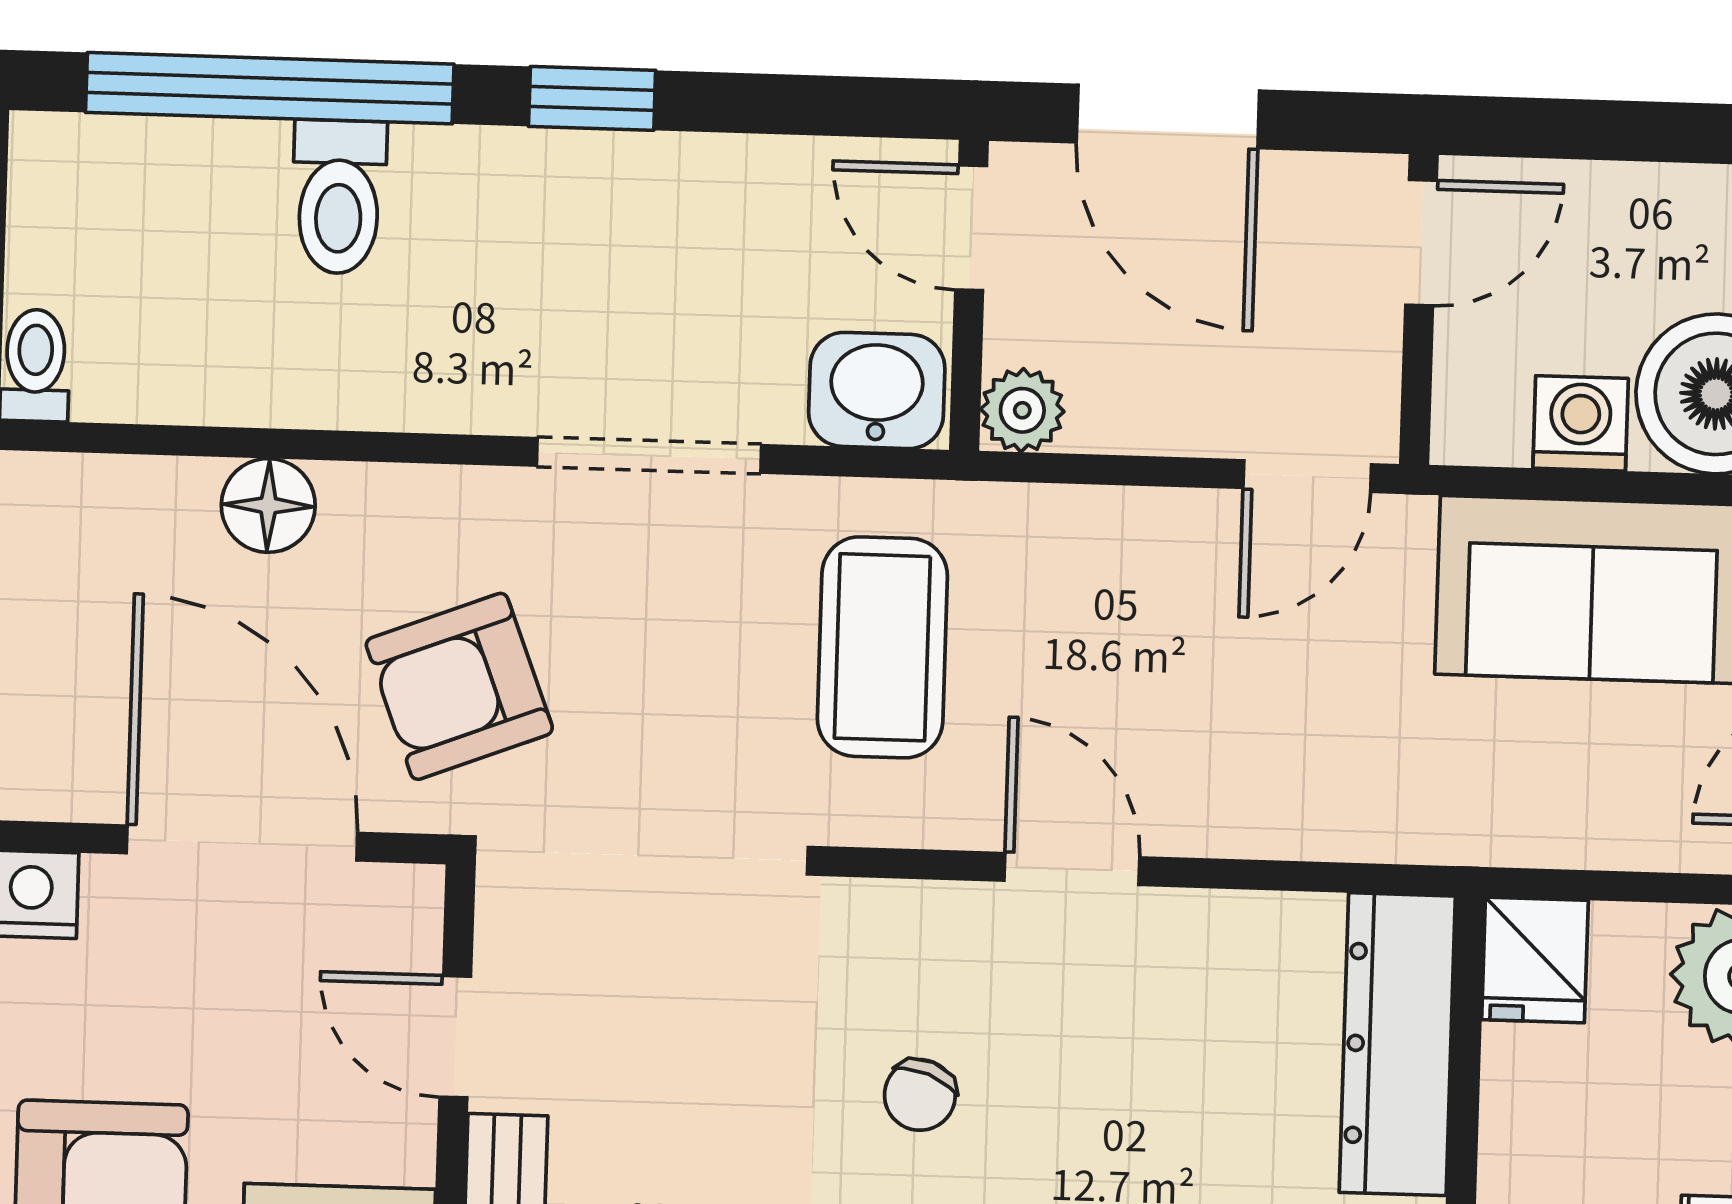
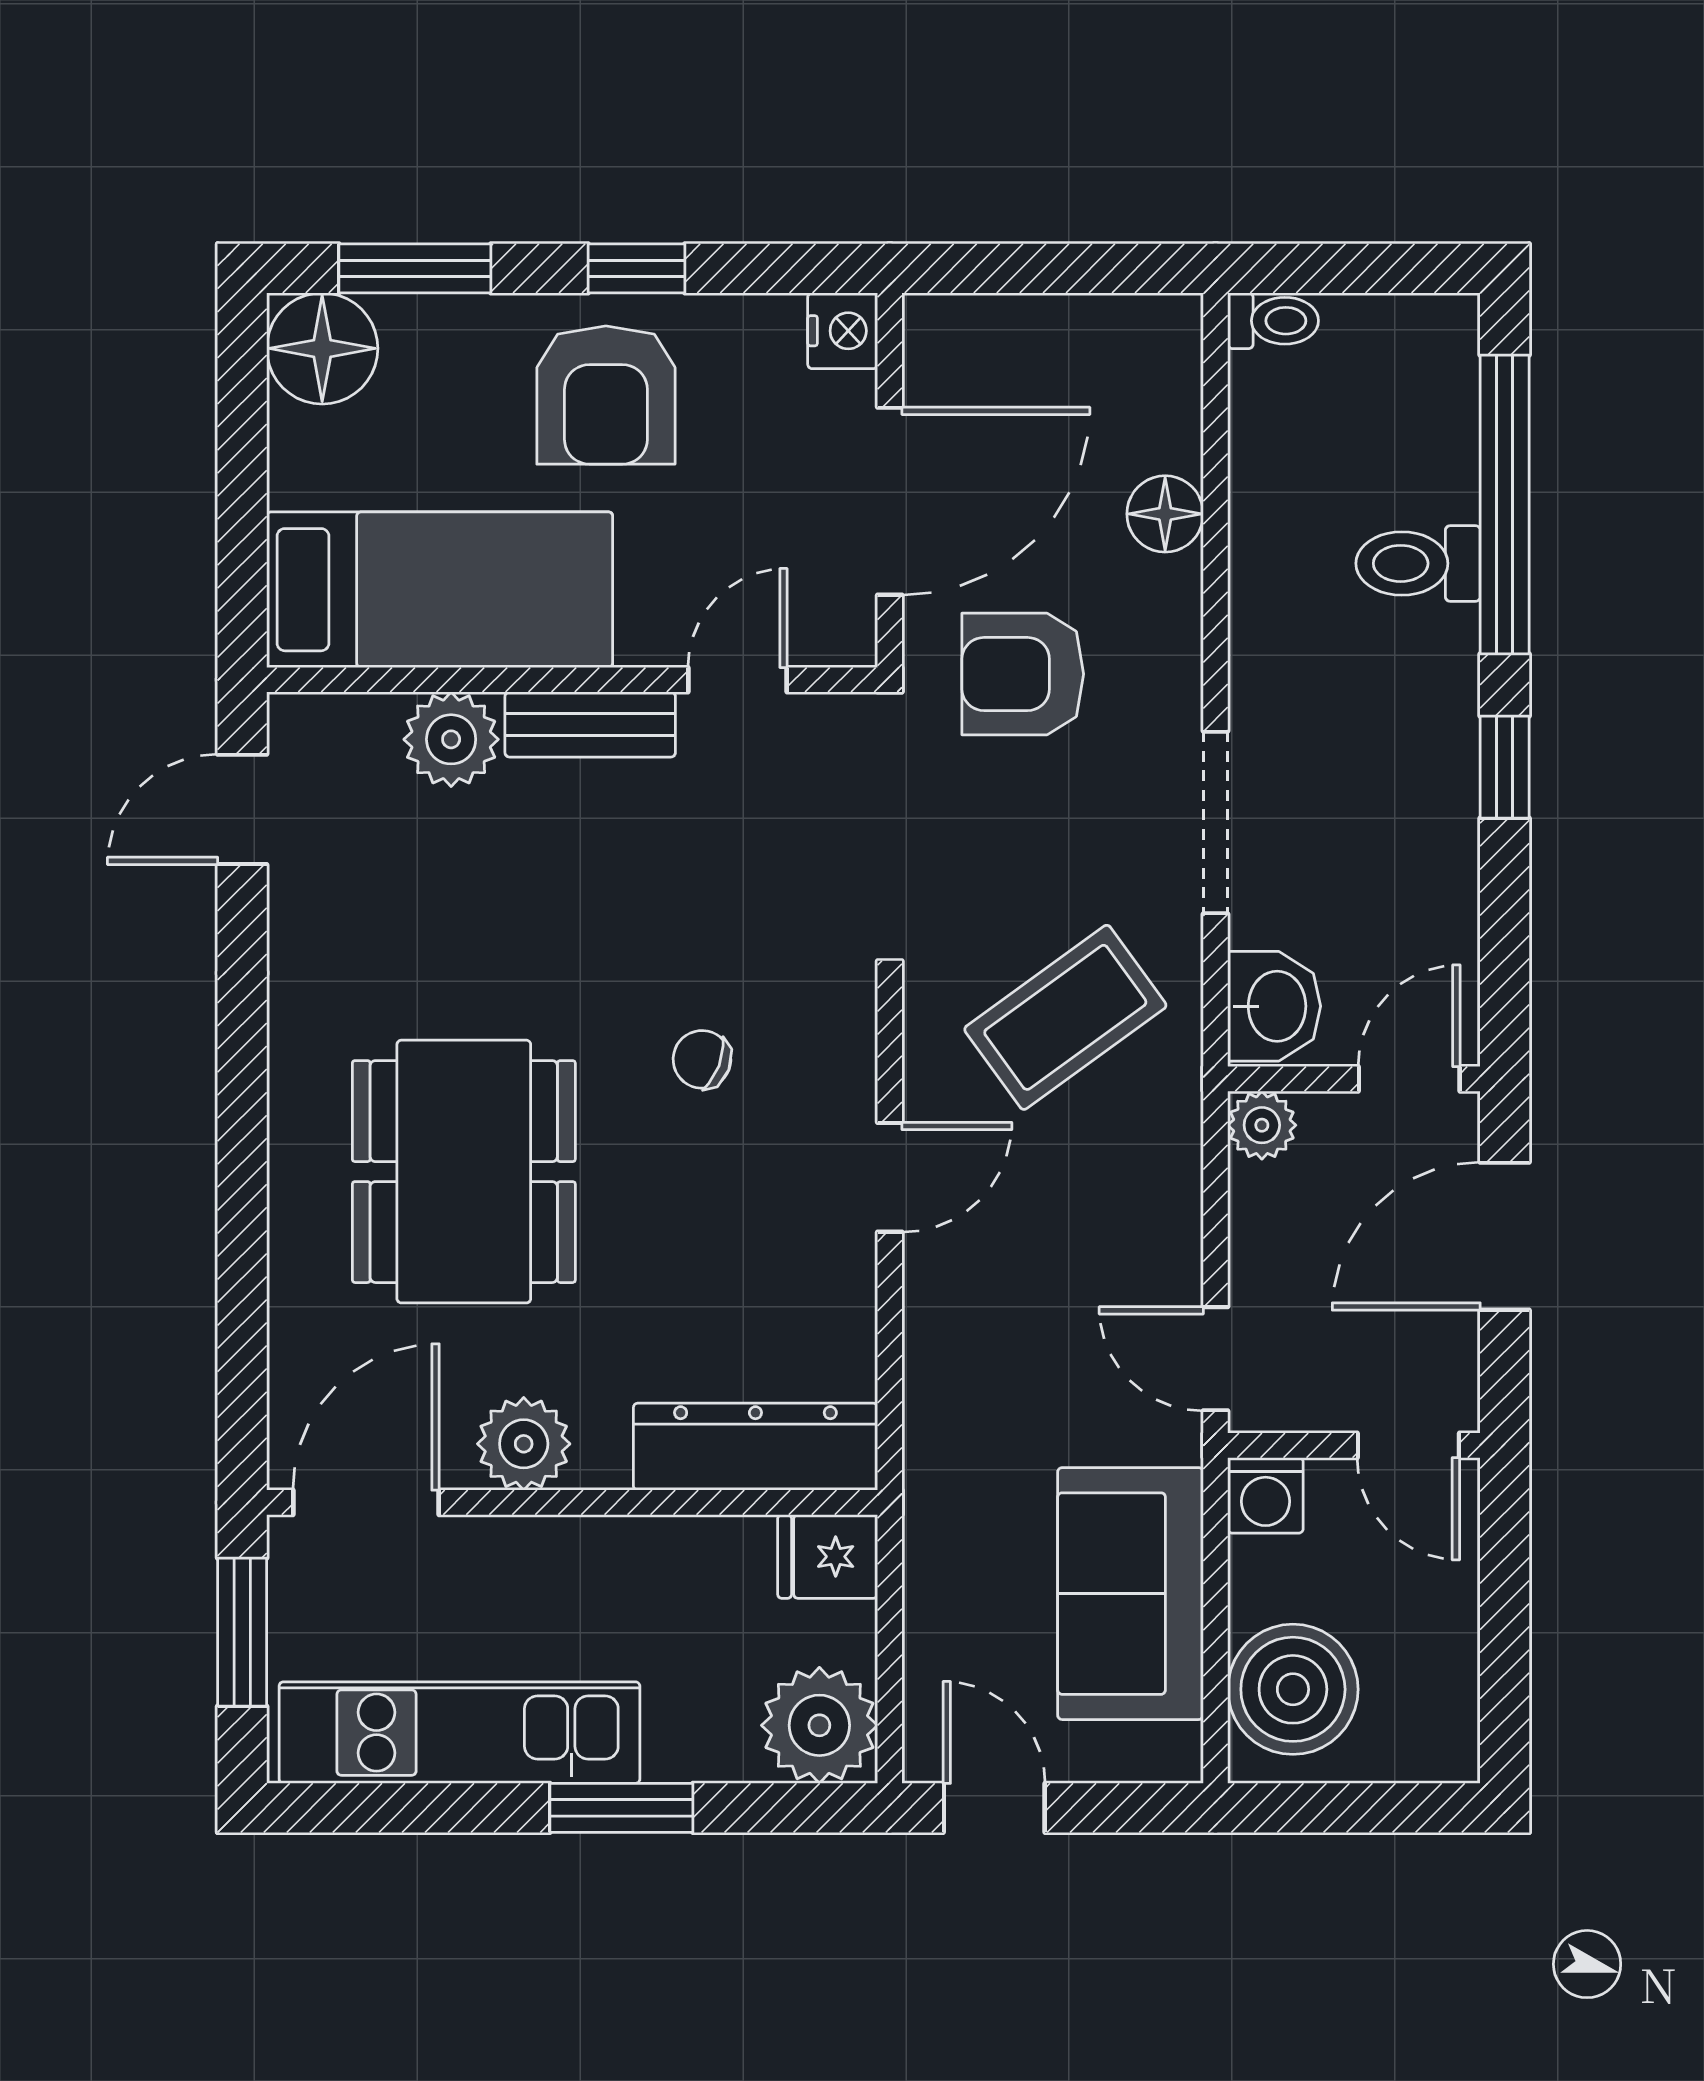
washing machine: (1581, 423) -> (1265, 1495), moved, turned 90
coffee table: (882, 647) -> (1065, 1017), turned -36
armchair: (459, 686) -> (1023, 674), turned -69

